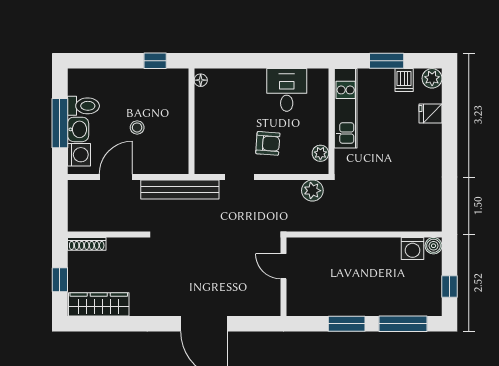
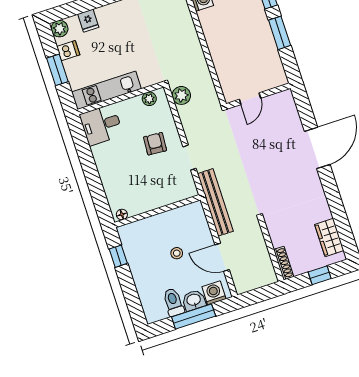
desk: (287, 90) -> (101, 125), moved
wardrobe: (99, 304) -> (329, 237), width x0.67

